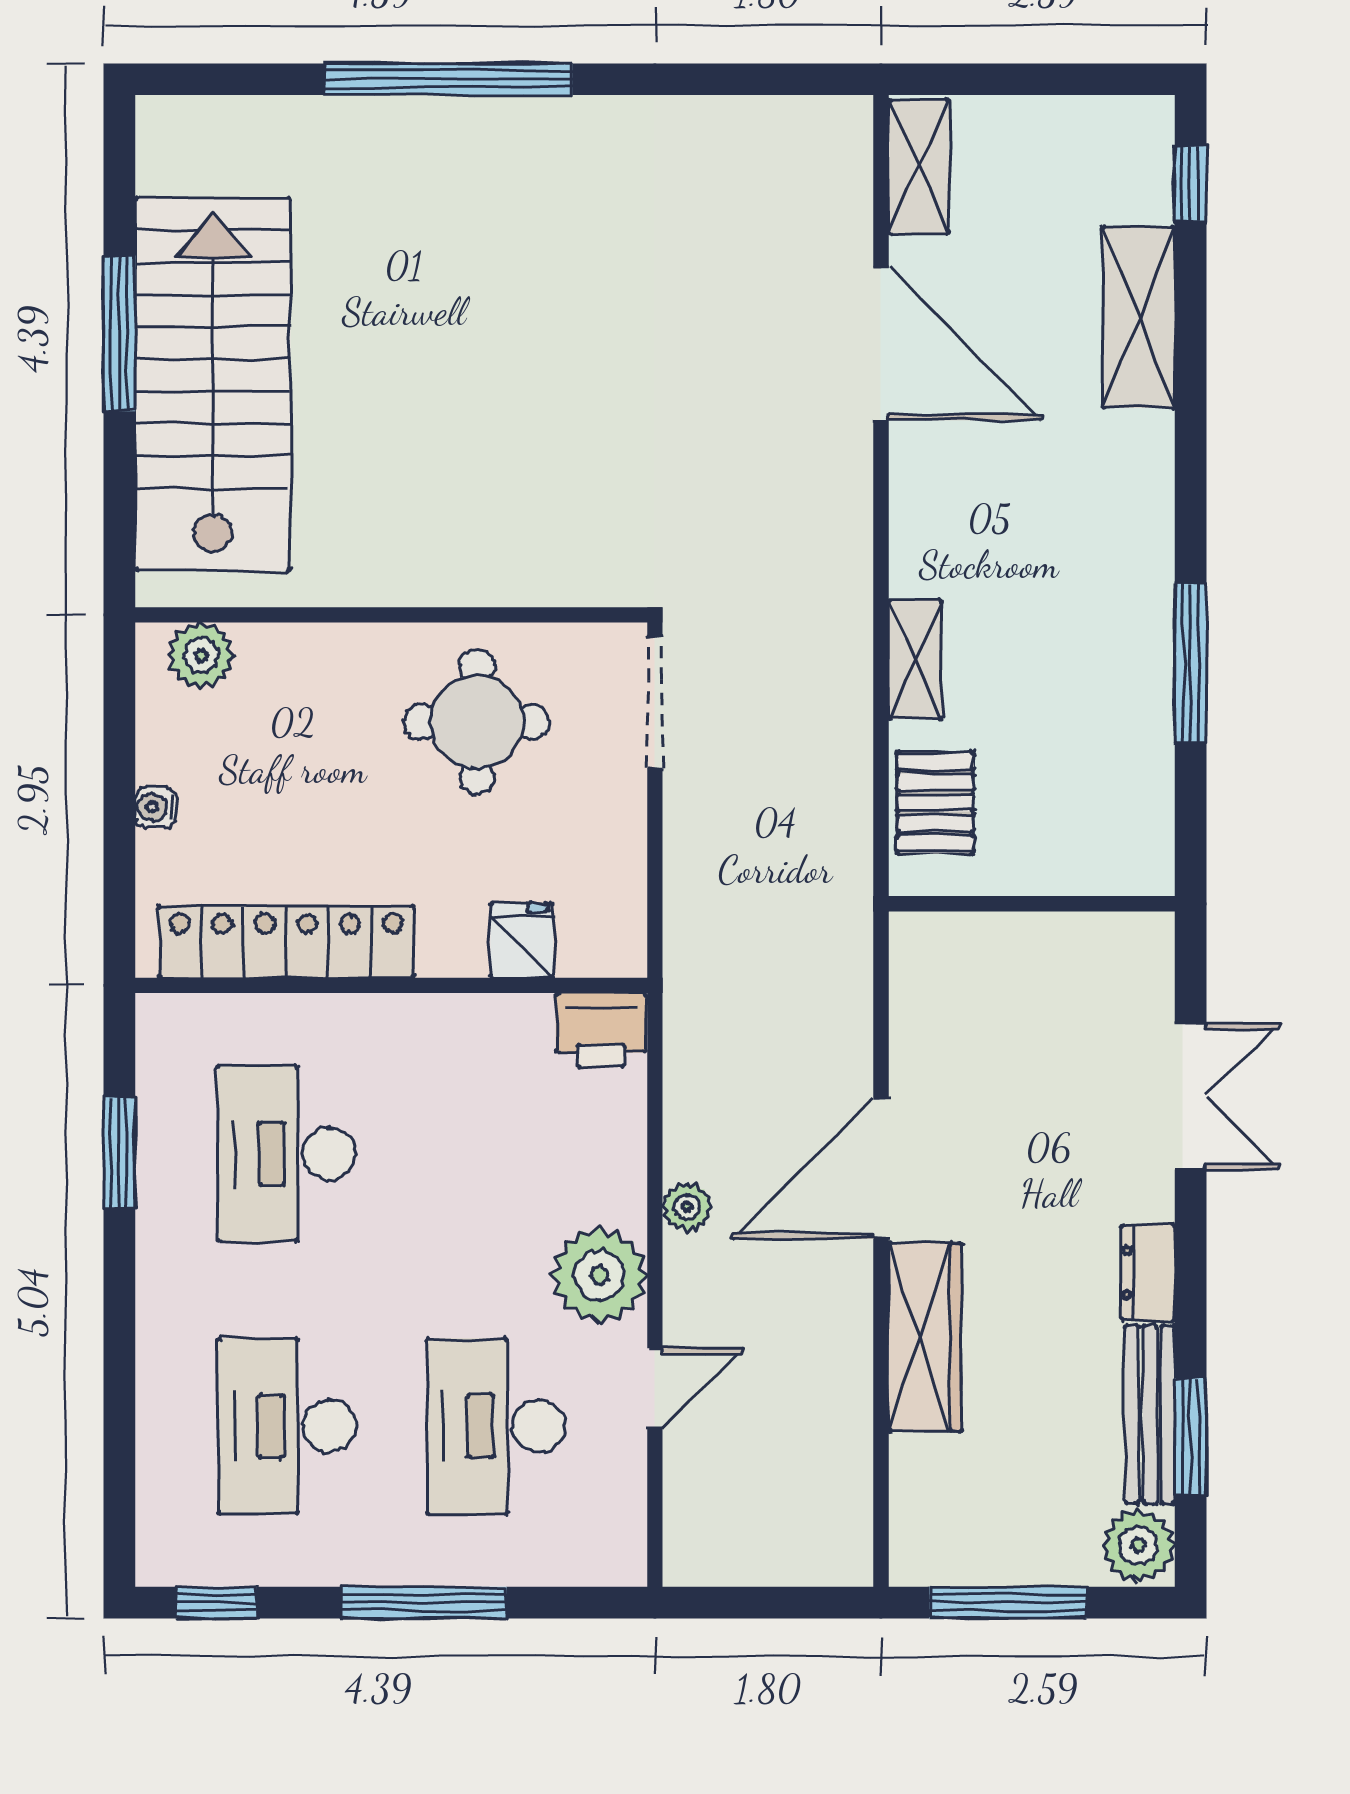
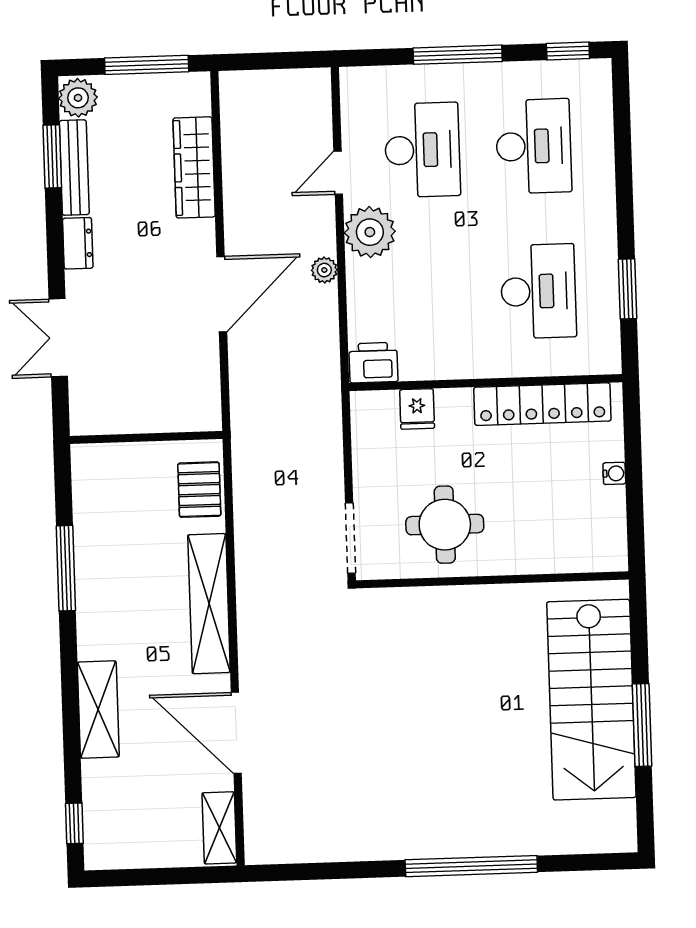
shelving: (1139, 317) -> (98, 709), moved
plant: (201, 655) -> (593, 555), removed
shelving: (915, 659) -> (209, 604), width x2.20, depth x1.33
wardrobe: (925, 1337) -> (194, 167), moved

